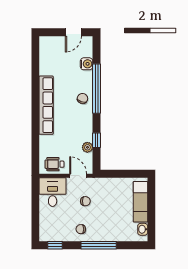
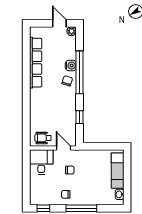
door: (73, 32) -> (59, 23), swing flipped
water cooler: (87, 64) -> (71, 65), moved
row of seats: (46, 105) -> (36, 63), moved
plant: (87, 147) -> (72, 31), moved

